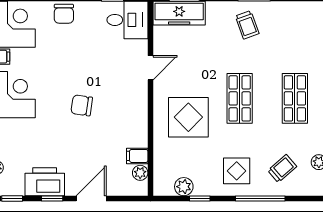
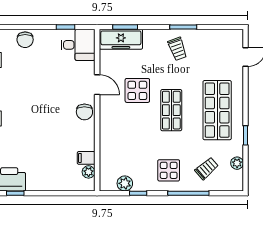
door: (150, 68) -> (97, 85), hinge flipped
shop shelf: (295, 98) -> (217, 110), width x1.43, depth x1.36
chair: (82, 105) -> (84, 112), moved, turned -98
display table: (188, 117) -> (137, 90), moved, width x0.73, depth x0.73
door: (91, 198) -> (48, 193), removed

